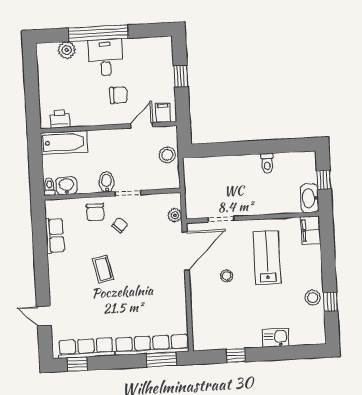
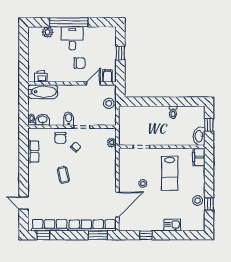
door: (186, 251) -> (117, 205), moved
lab bench: (267, 257) -> (170, 173), turned 180

